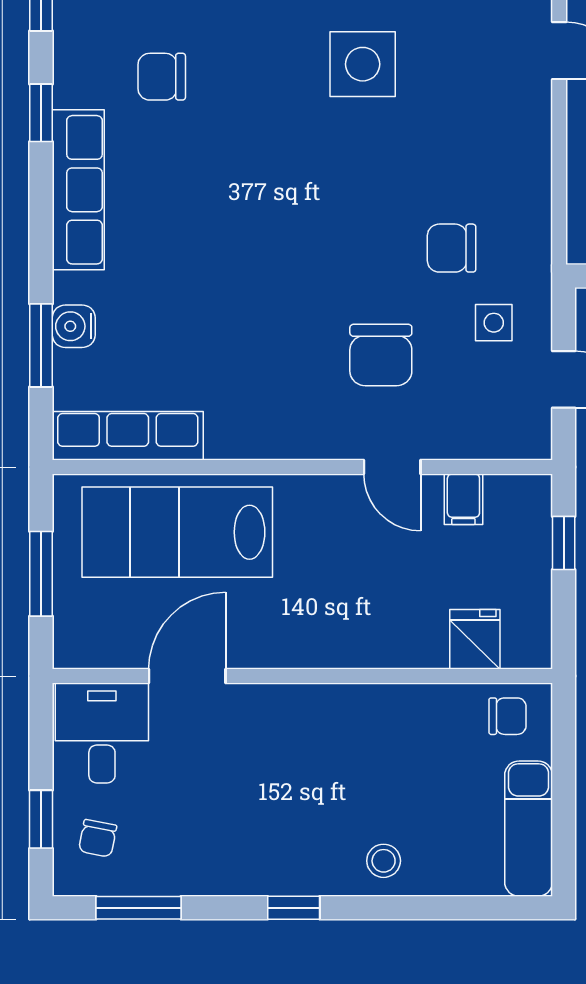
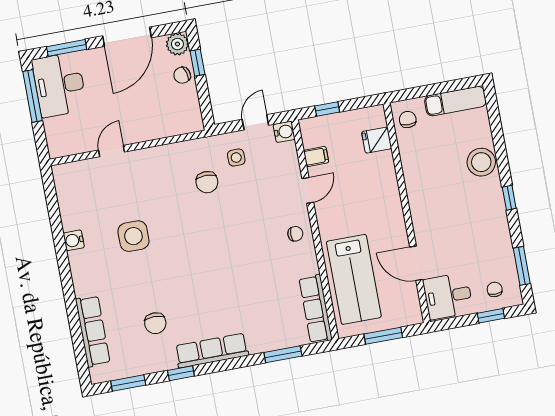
water cooler: (74, 326) -> (284, 132), moved, turned -90
chair: (381, 355) -> (295, 234), moved, width x0.54, depth x0.54
chair: (98, 838) -> (495, 289), turned -101
stool: (384, 861) -> (481, 162), width x1.89, depth x1.89

